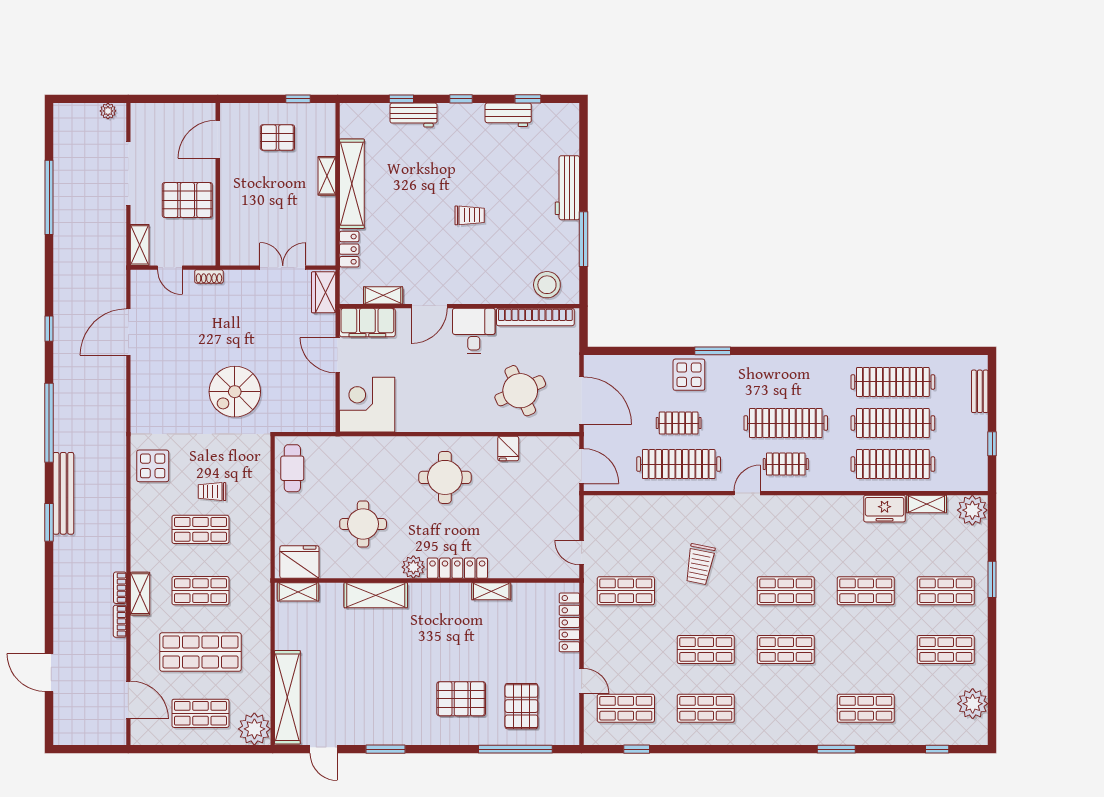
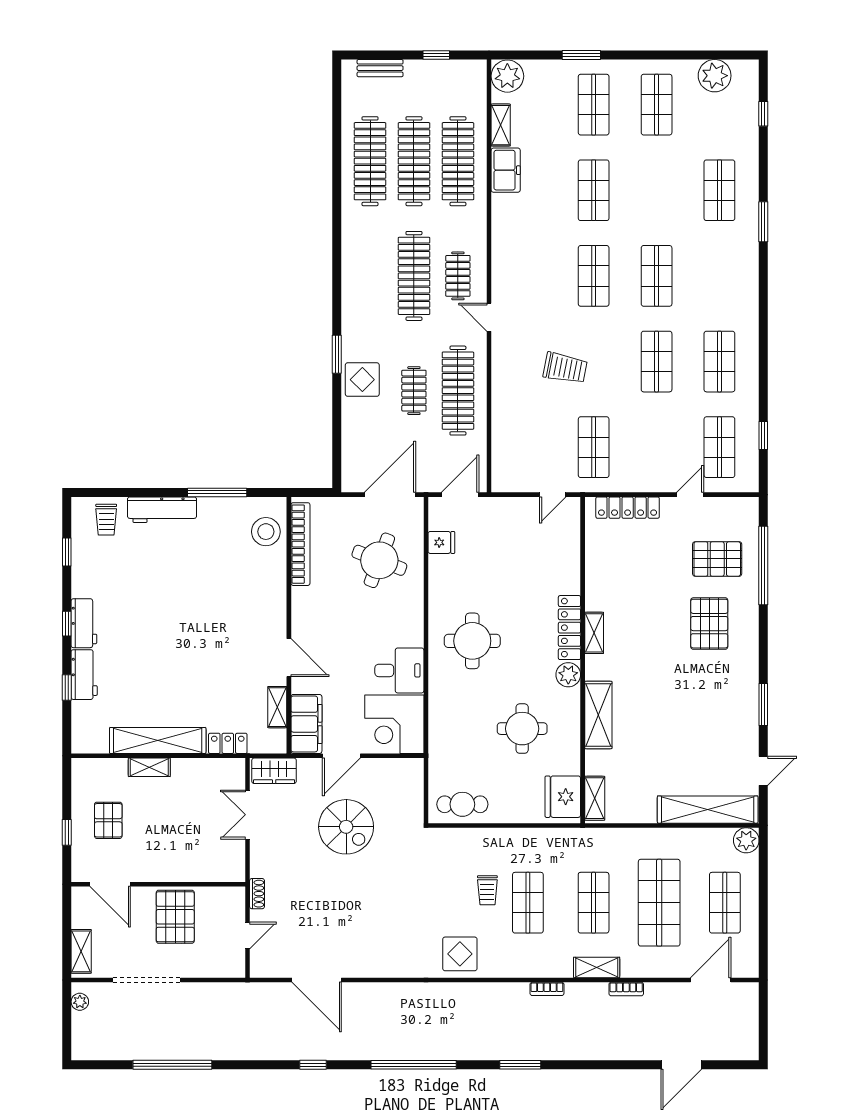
window: (298, 99) -> (67, 832), moved
workbench: (508, 115) -> (84, 623), moved
trolley: (470, 215) -> (106, 520), moved, turned 180
shelving: (140, 245) -> (81, 951), moved, turned 90
desk: (474, 331) -> (399, 670), moved, turned 180
round table: (520, 391) -> (379, 560), turned 45
spiral stairs: (235, 392) -> (346, 827), moved
fridge: (508, 449) -> (441, 542), moved
bench: (63, 493) -> (489, 1050), removed
bookcase: (120, 588) -> (547, 989), moved
shelving: (491, 591) -> (594, 633), moved
plant: (254, 729) -> (746, 840), width x0.73, depth x0.73

